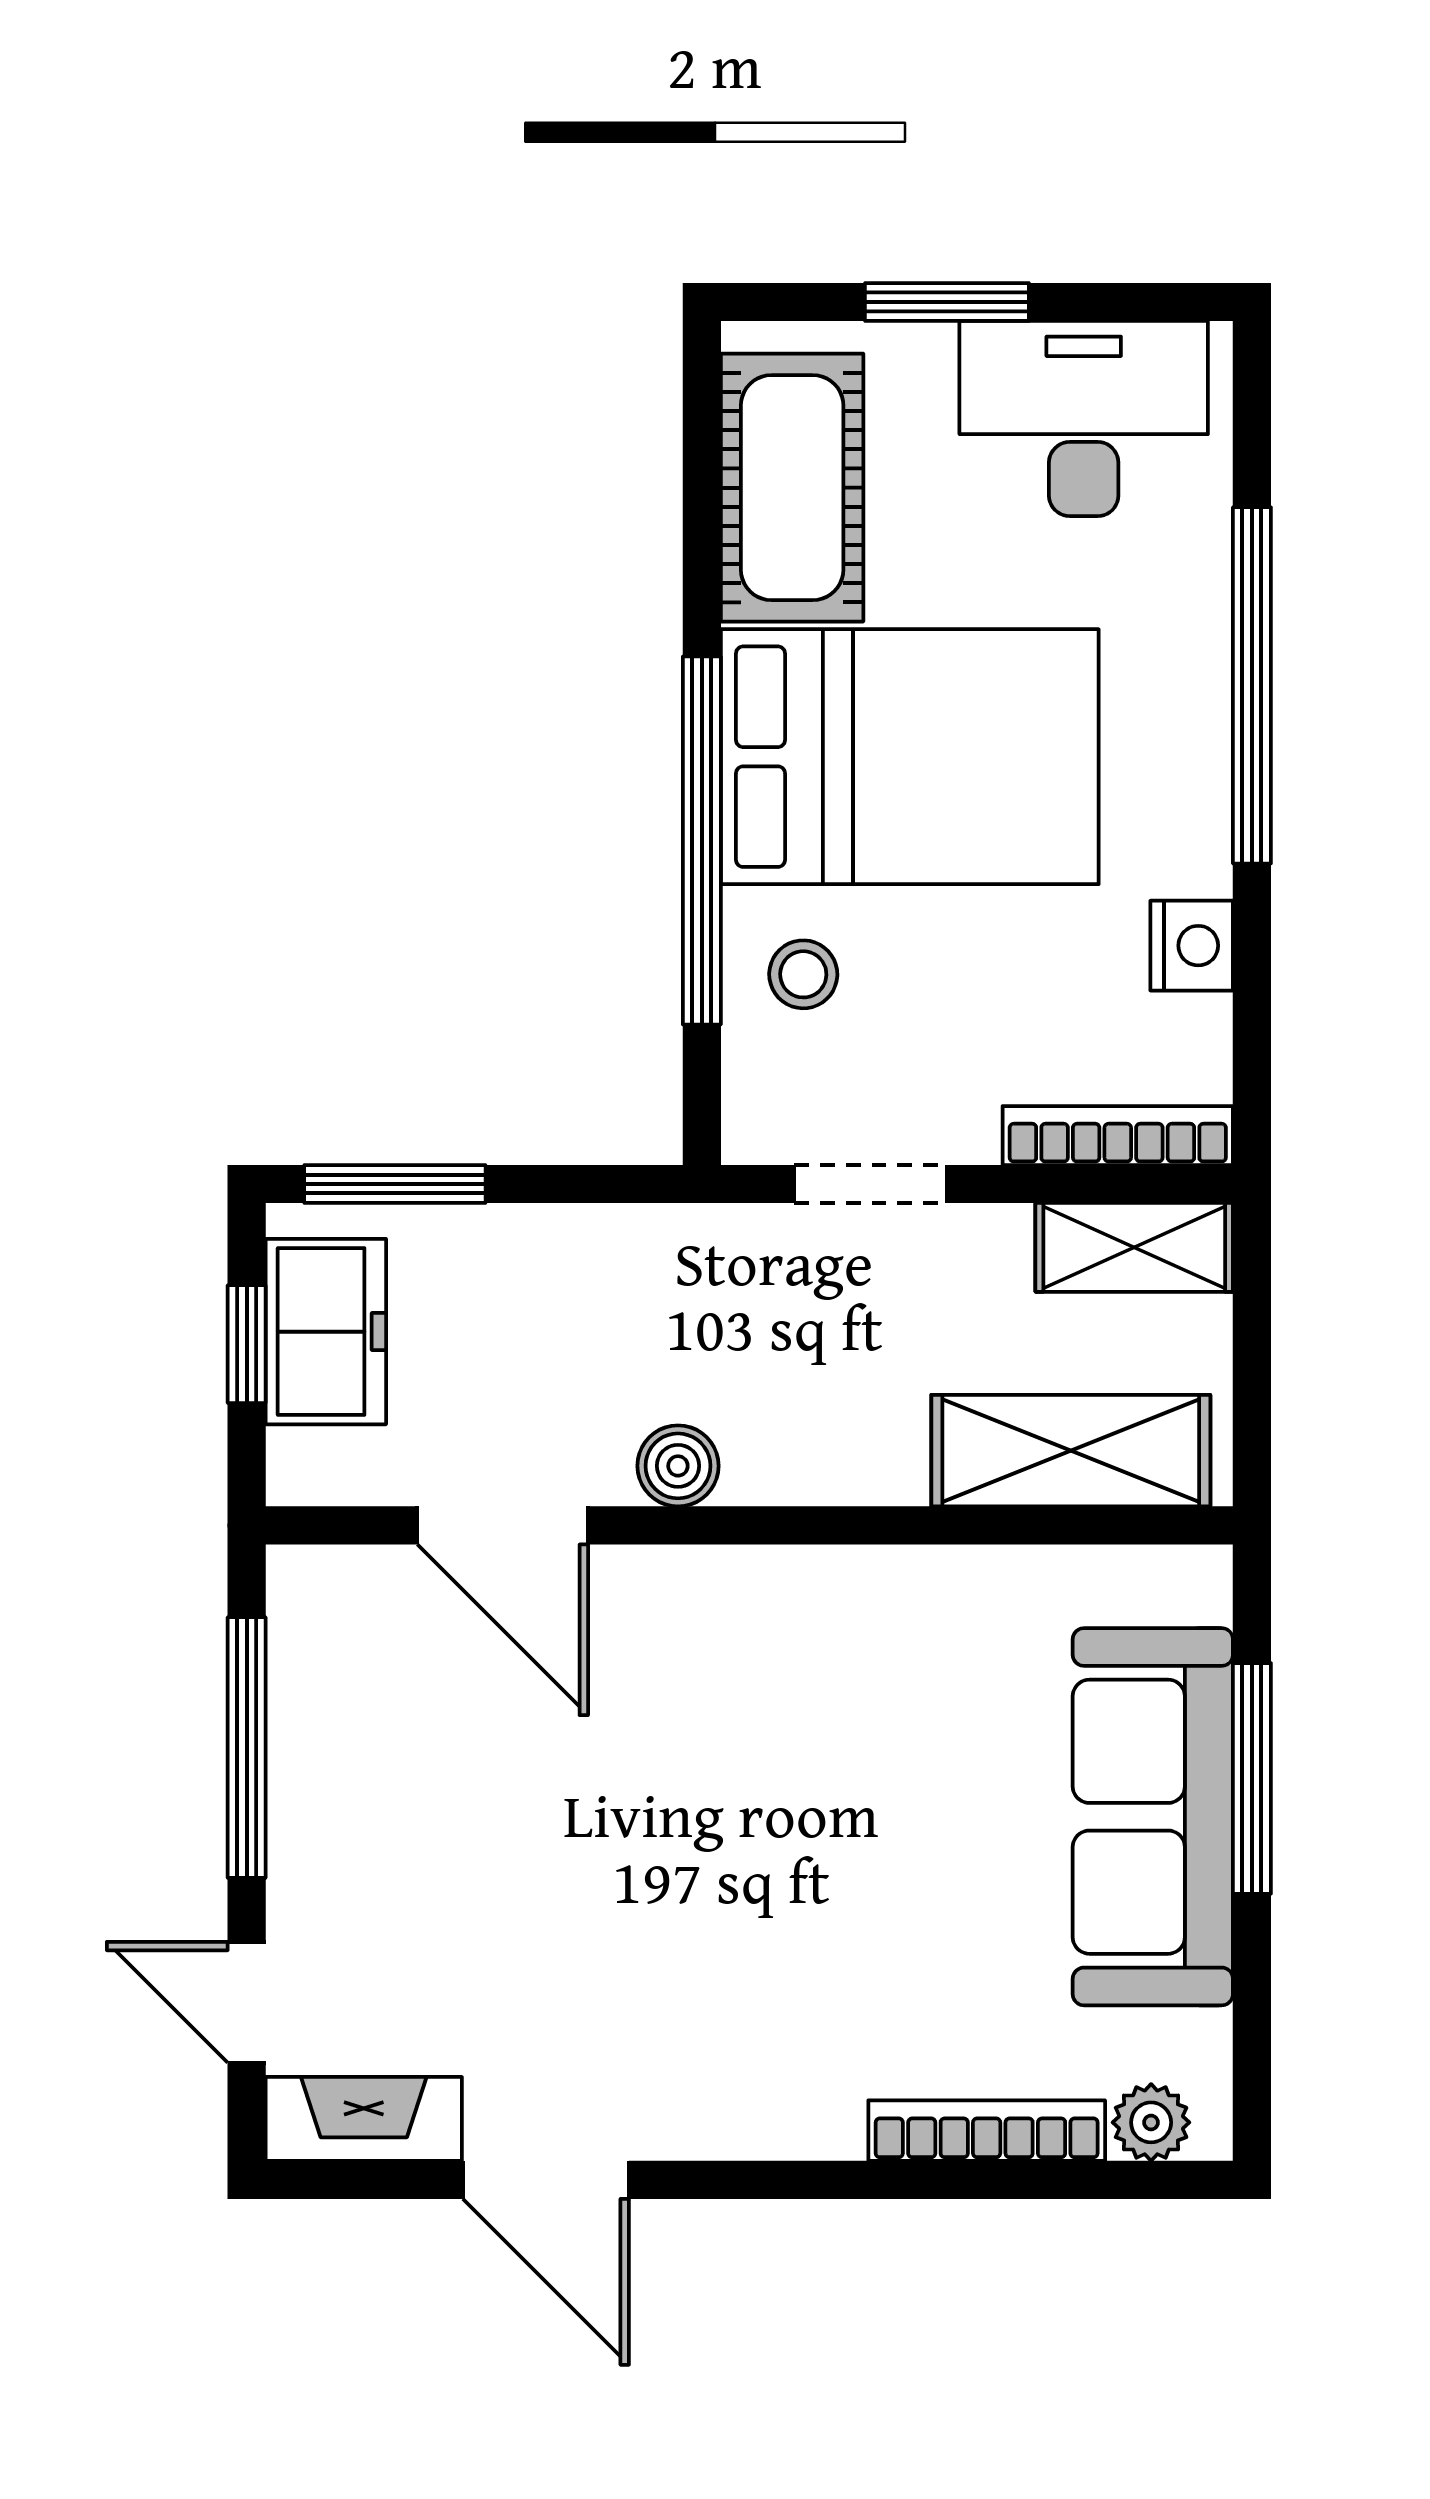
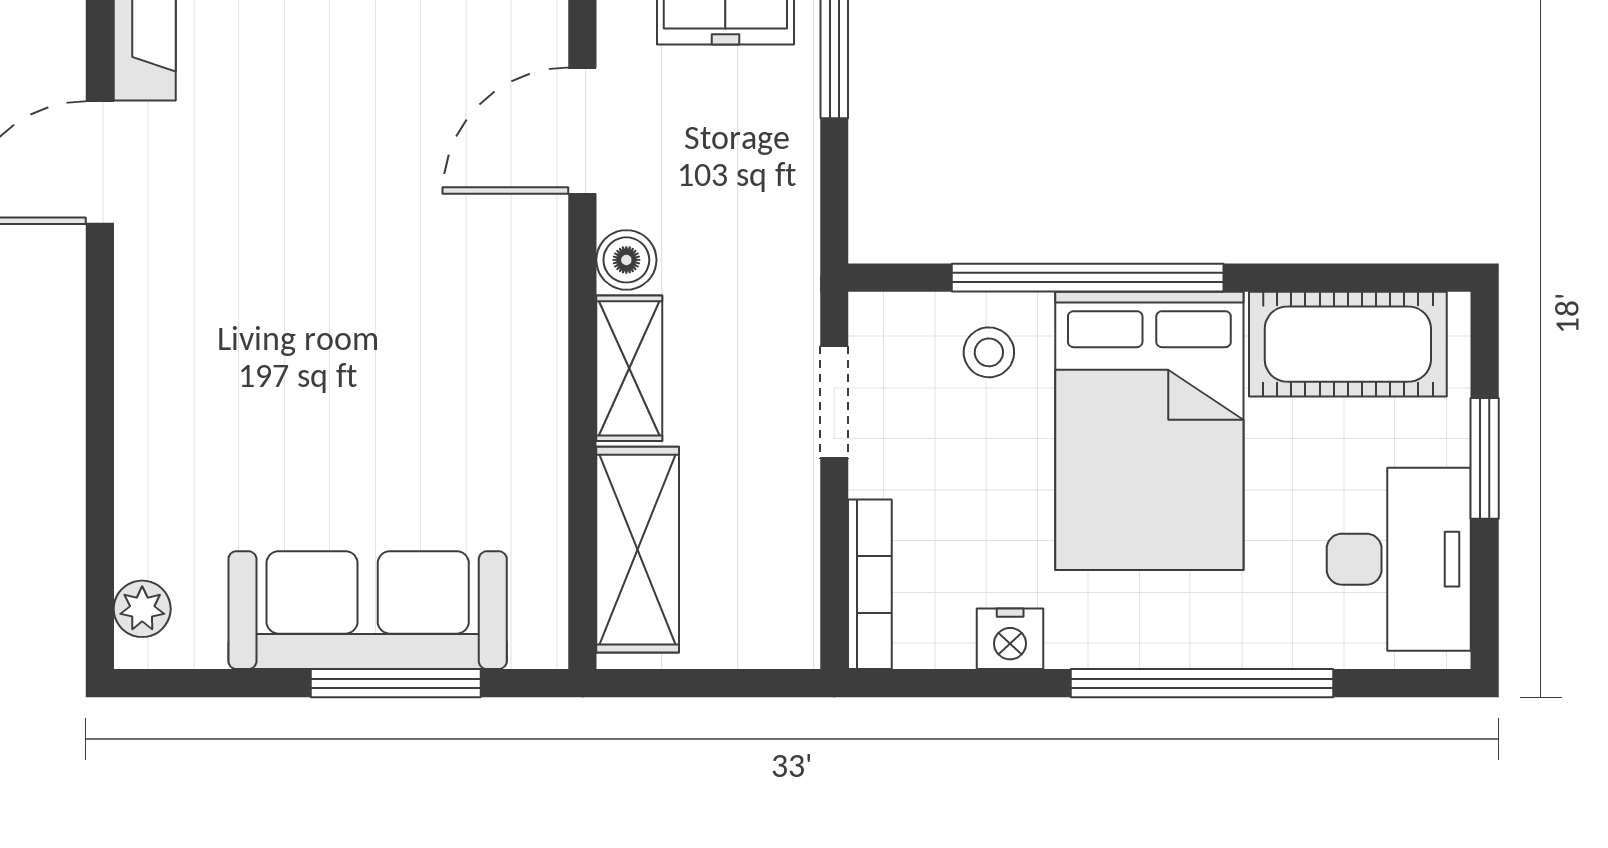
shelving: (1134, 1247) -> (629, 368), moved
bookcase: (987, 2131) -> (136, 488), removed

